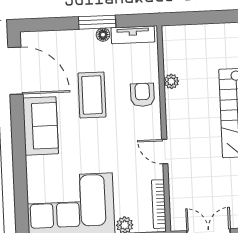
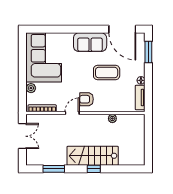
window: (97, 22) -> (148, 52), moved
door: (15, 71) -> (122, 29), hinge flipped
armchair: (142, 95) -> (87, 99), moved, turned 180

